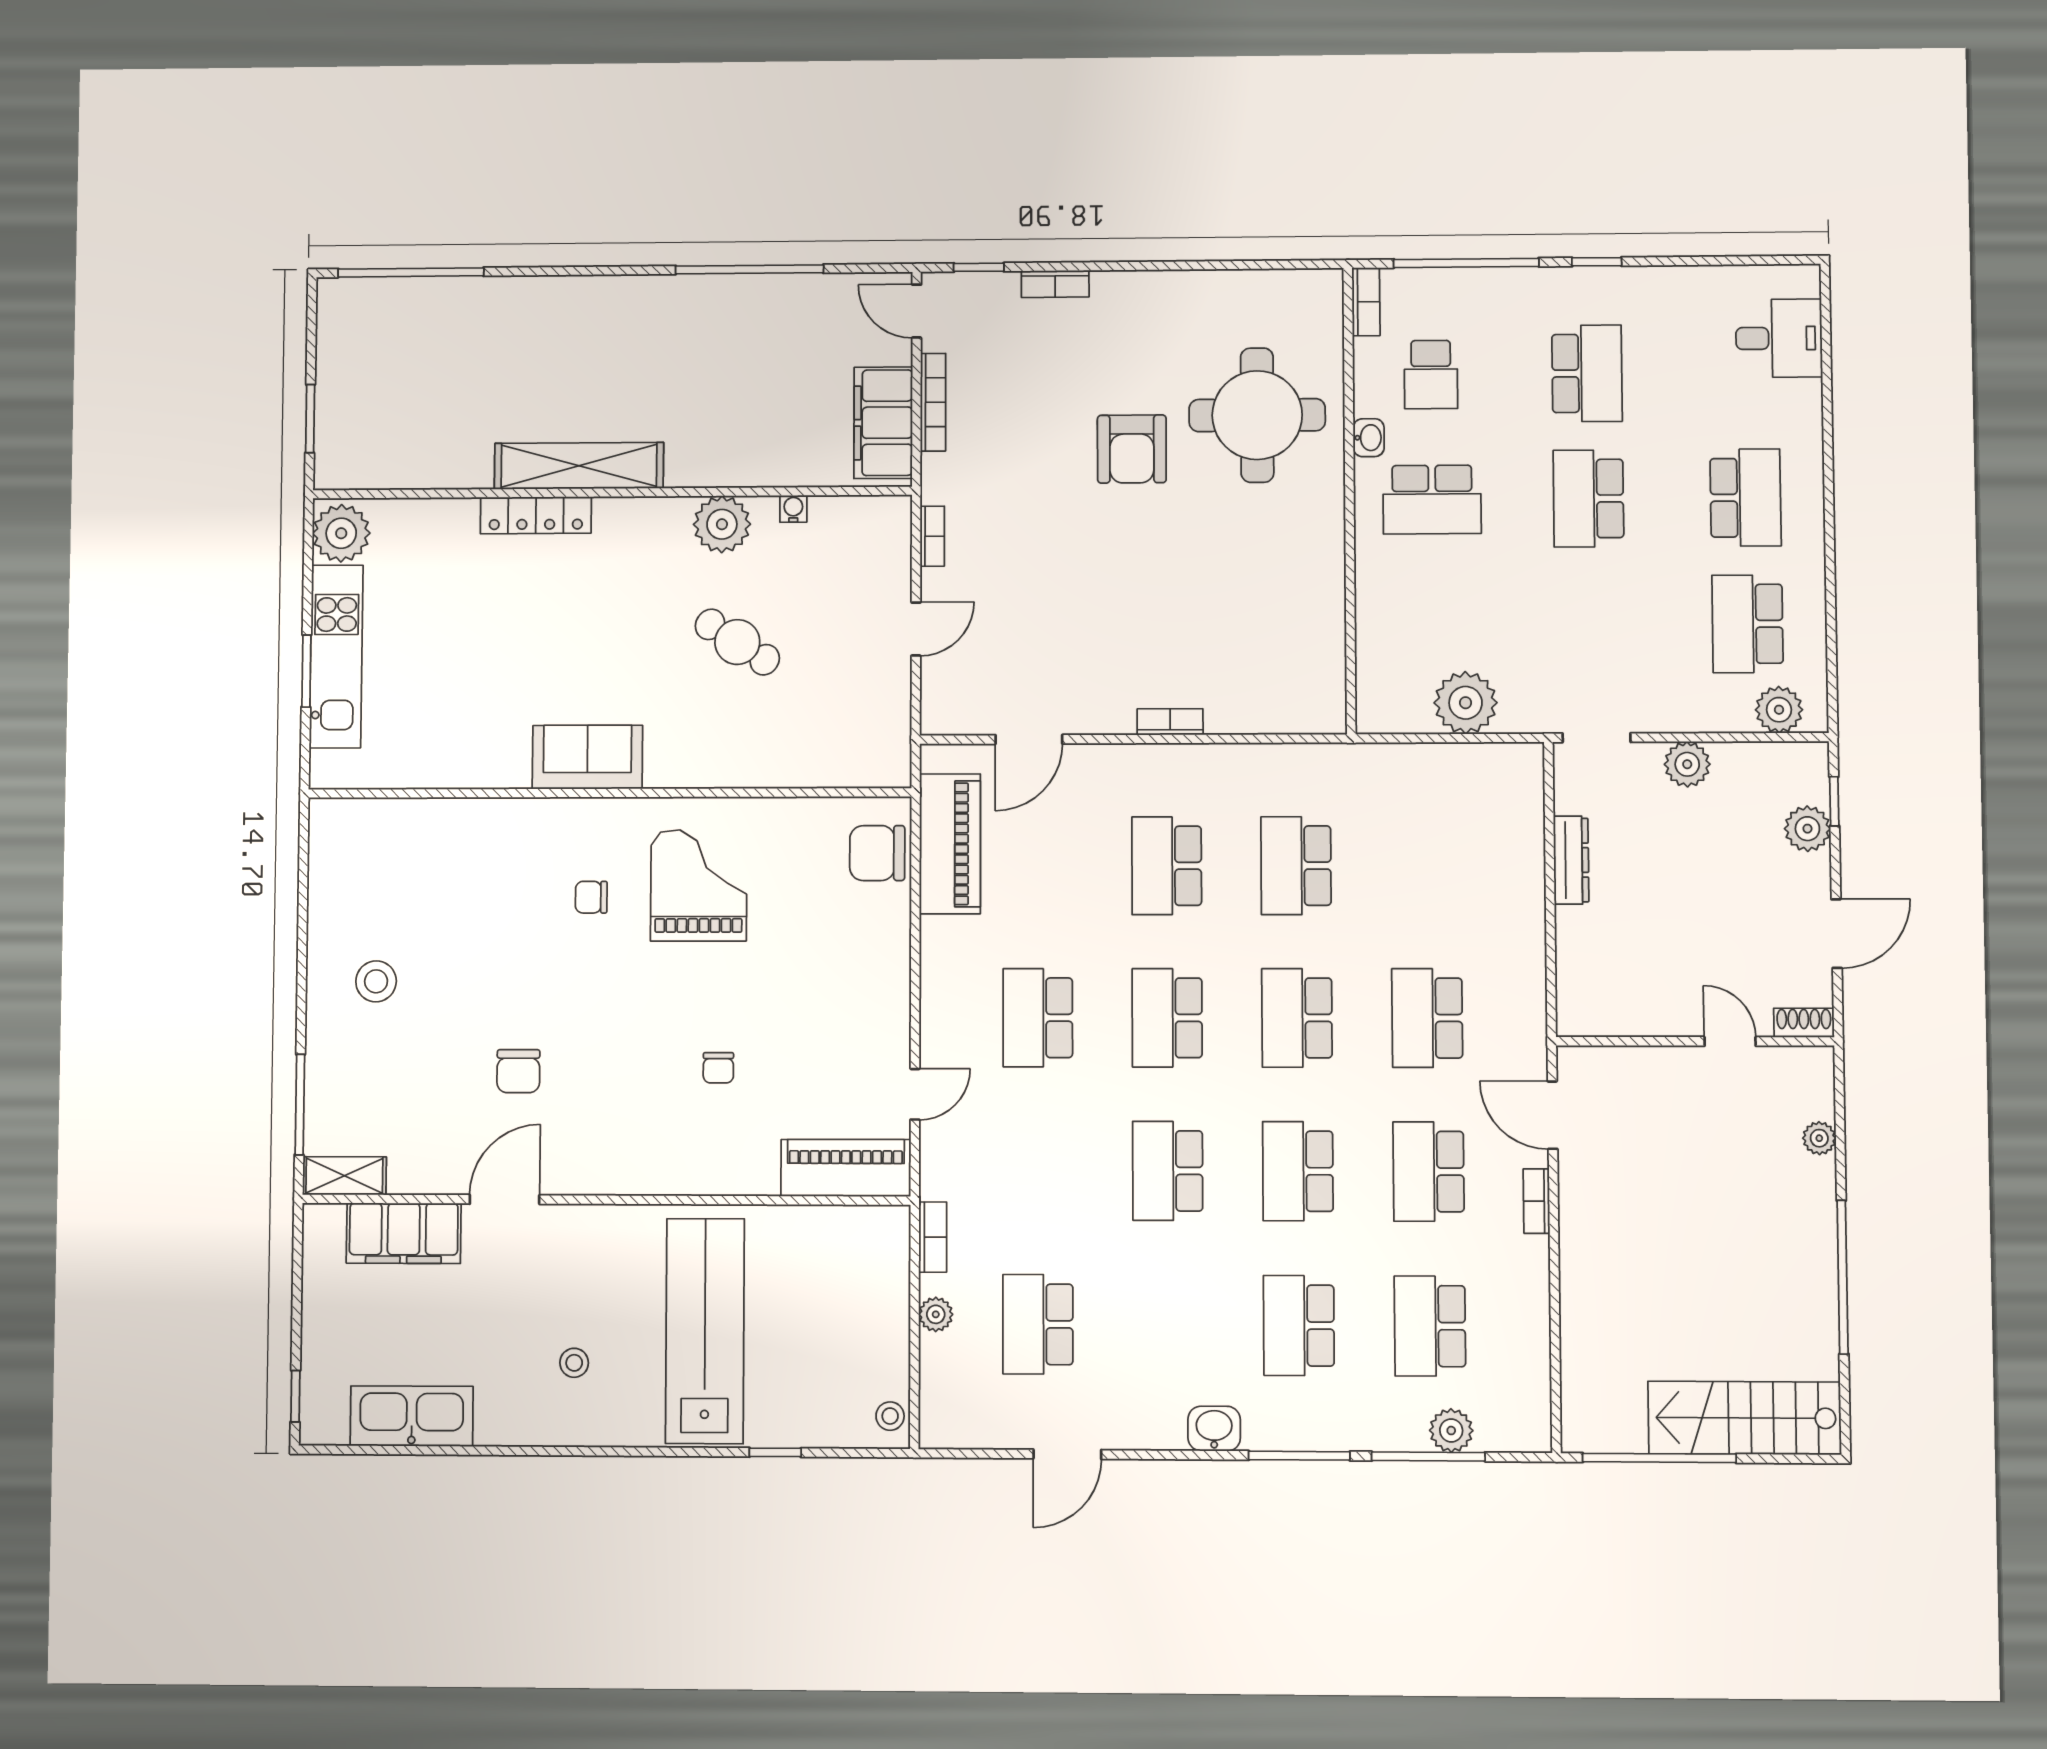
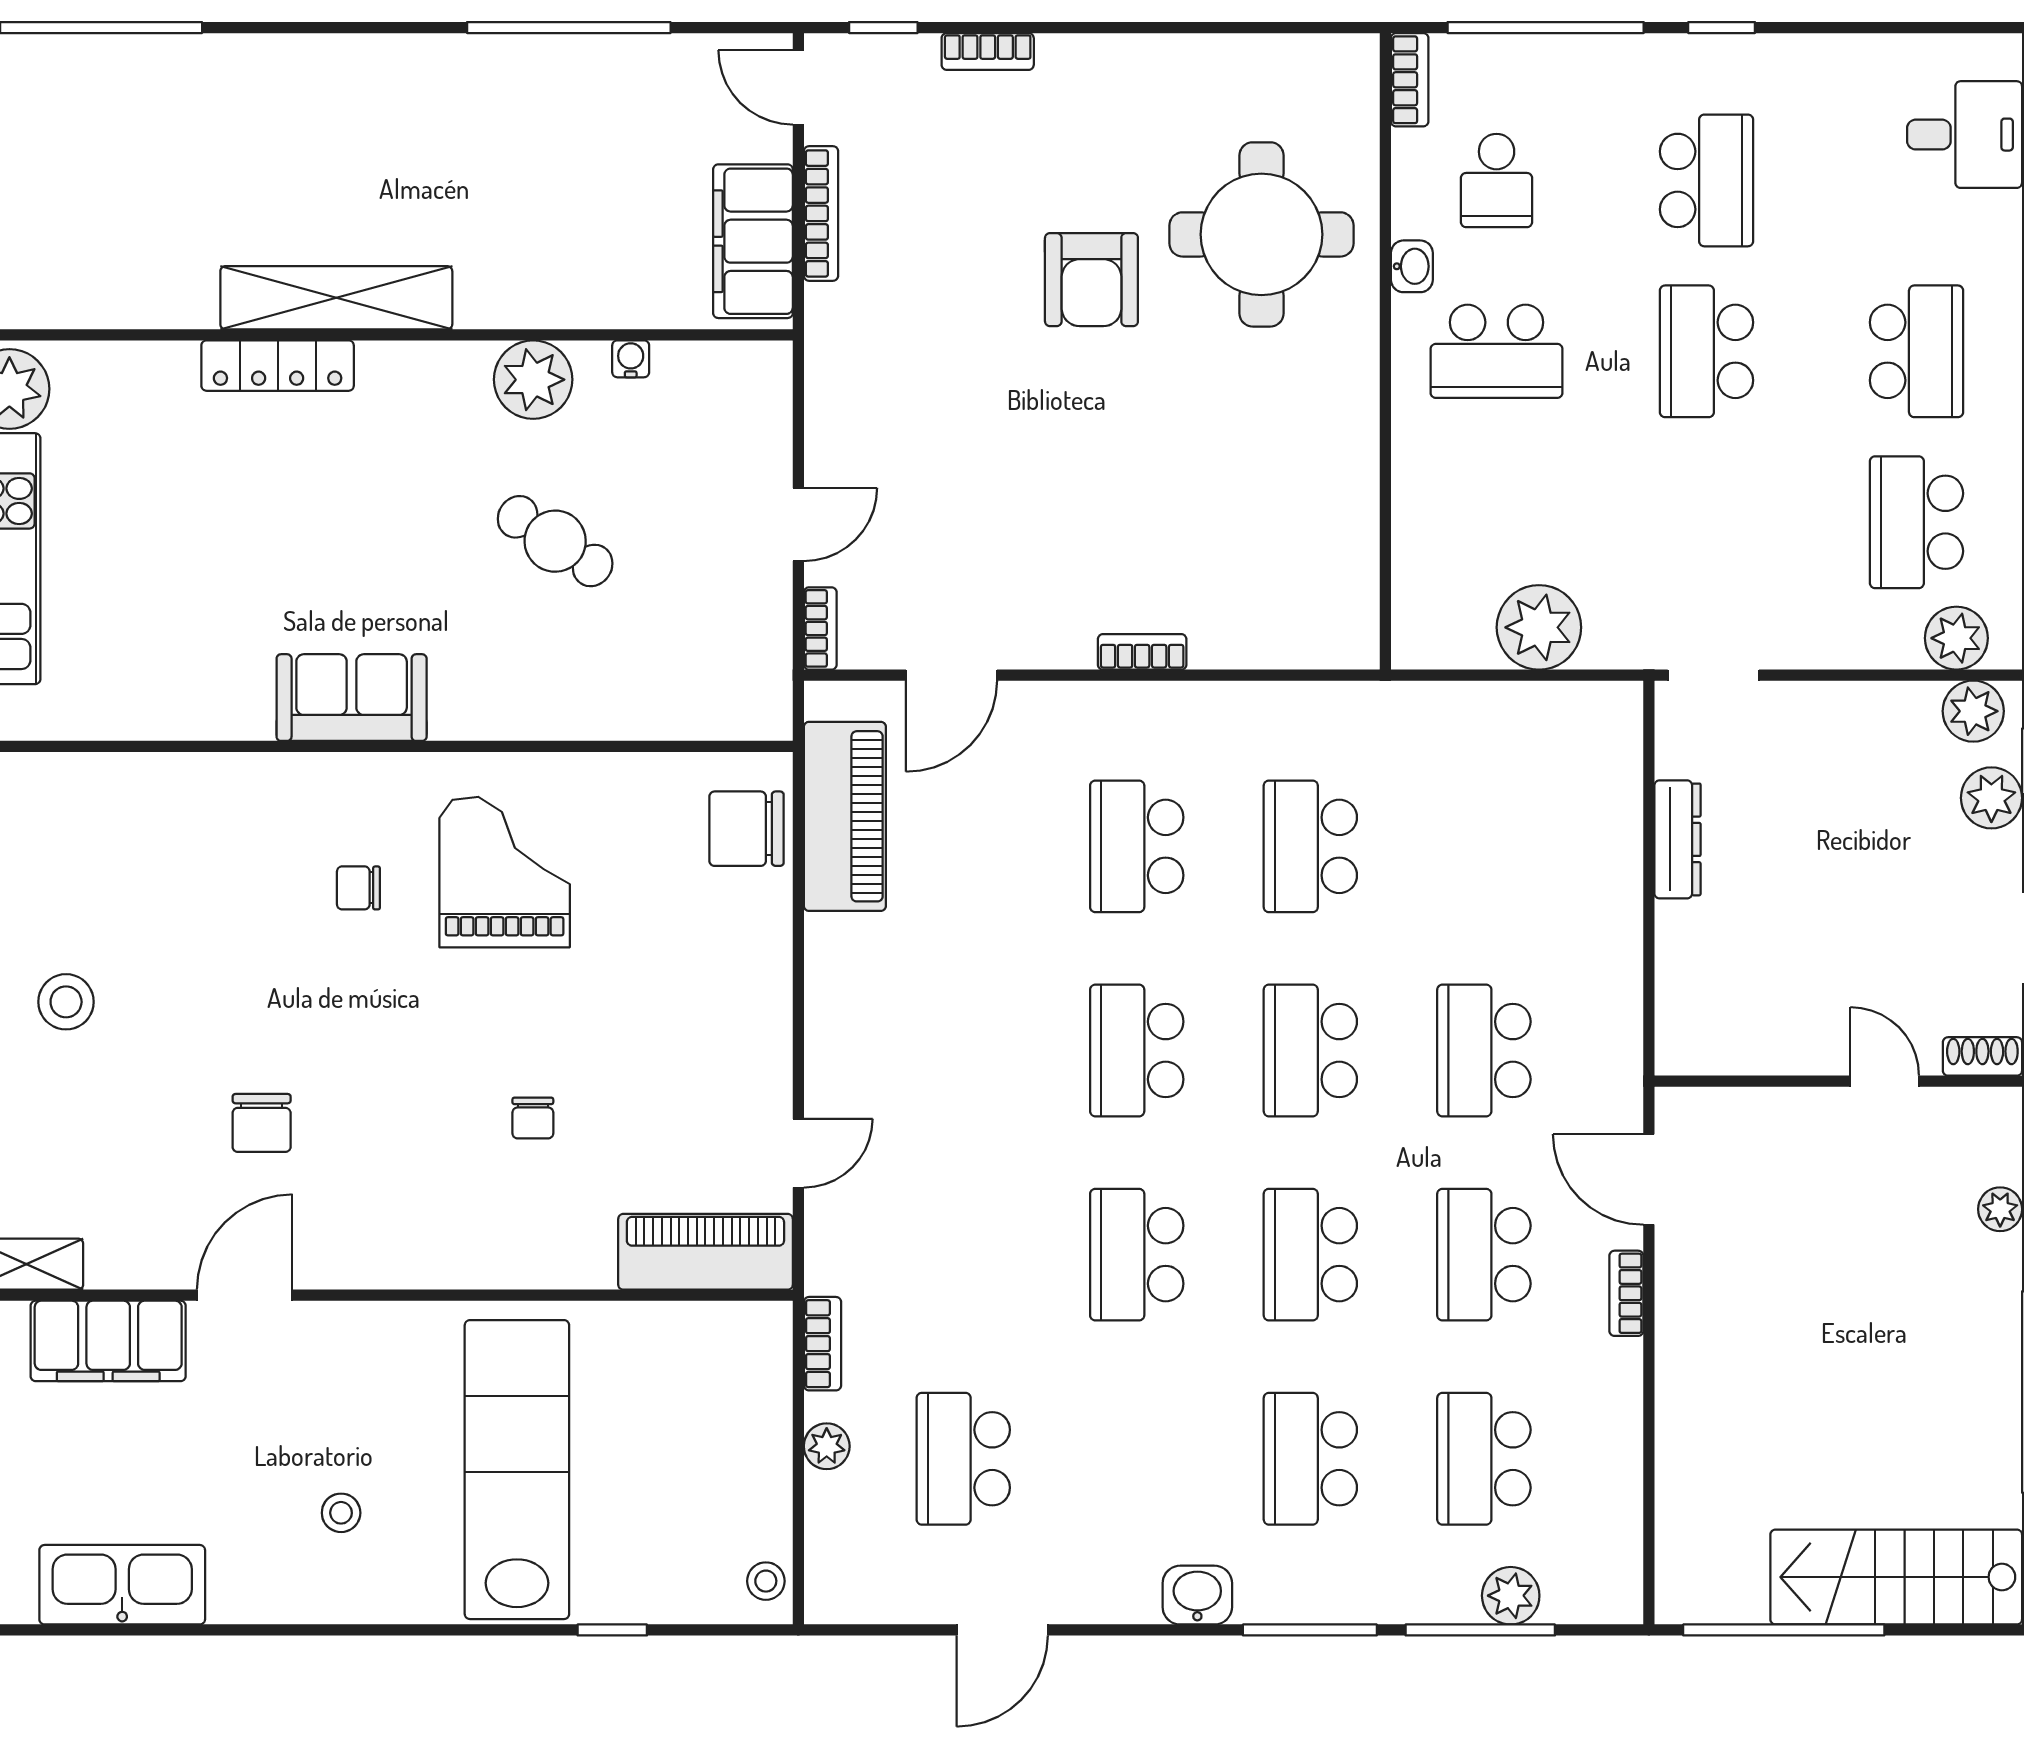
bookcase: (932, 536) -> (820, 628), moved
plant: (1687, 764) -> (1973, 711), moved
school desk: (1038, 1018) -> (963, 1050), removed

